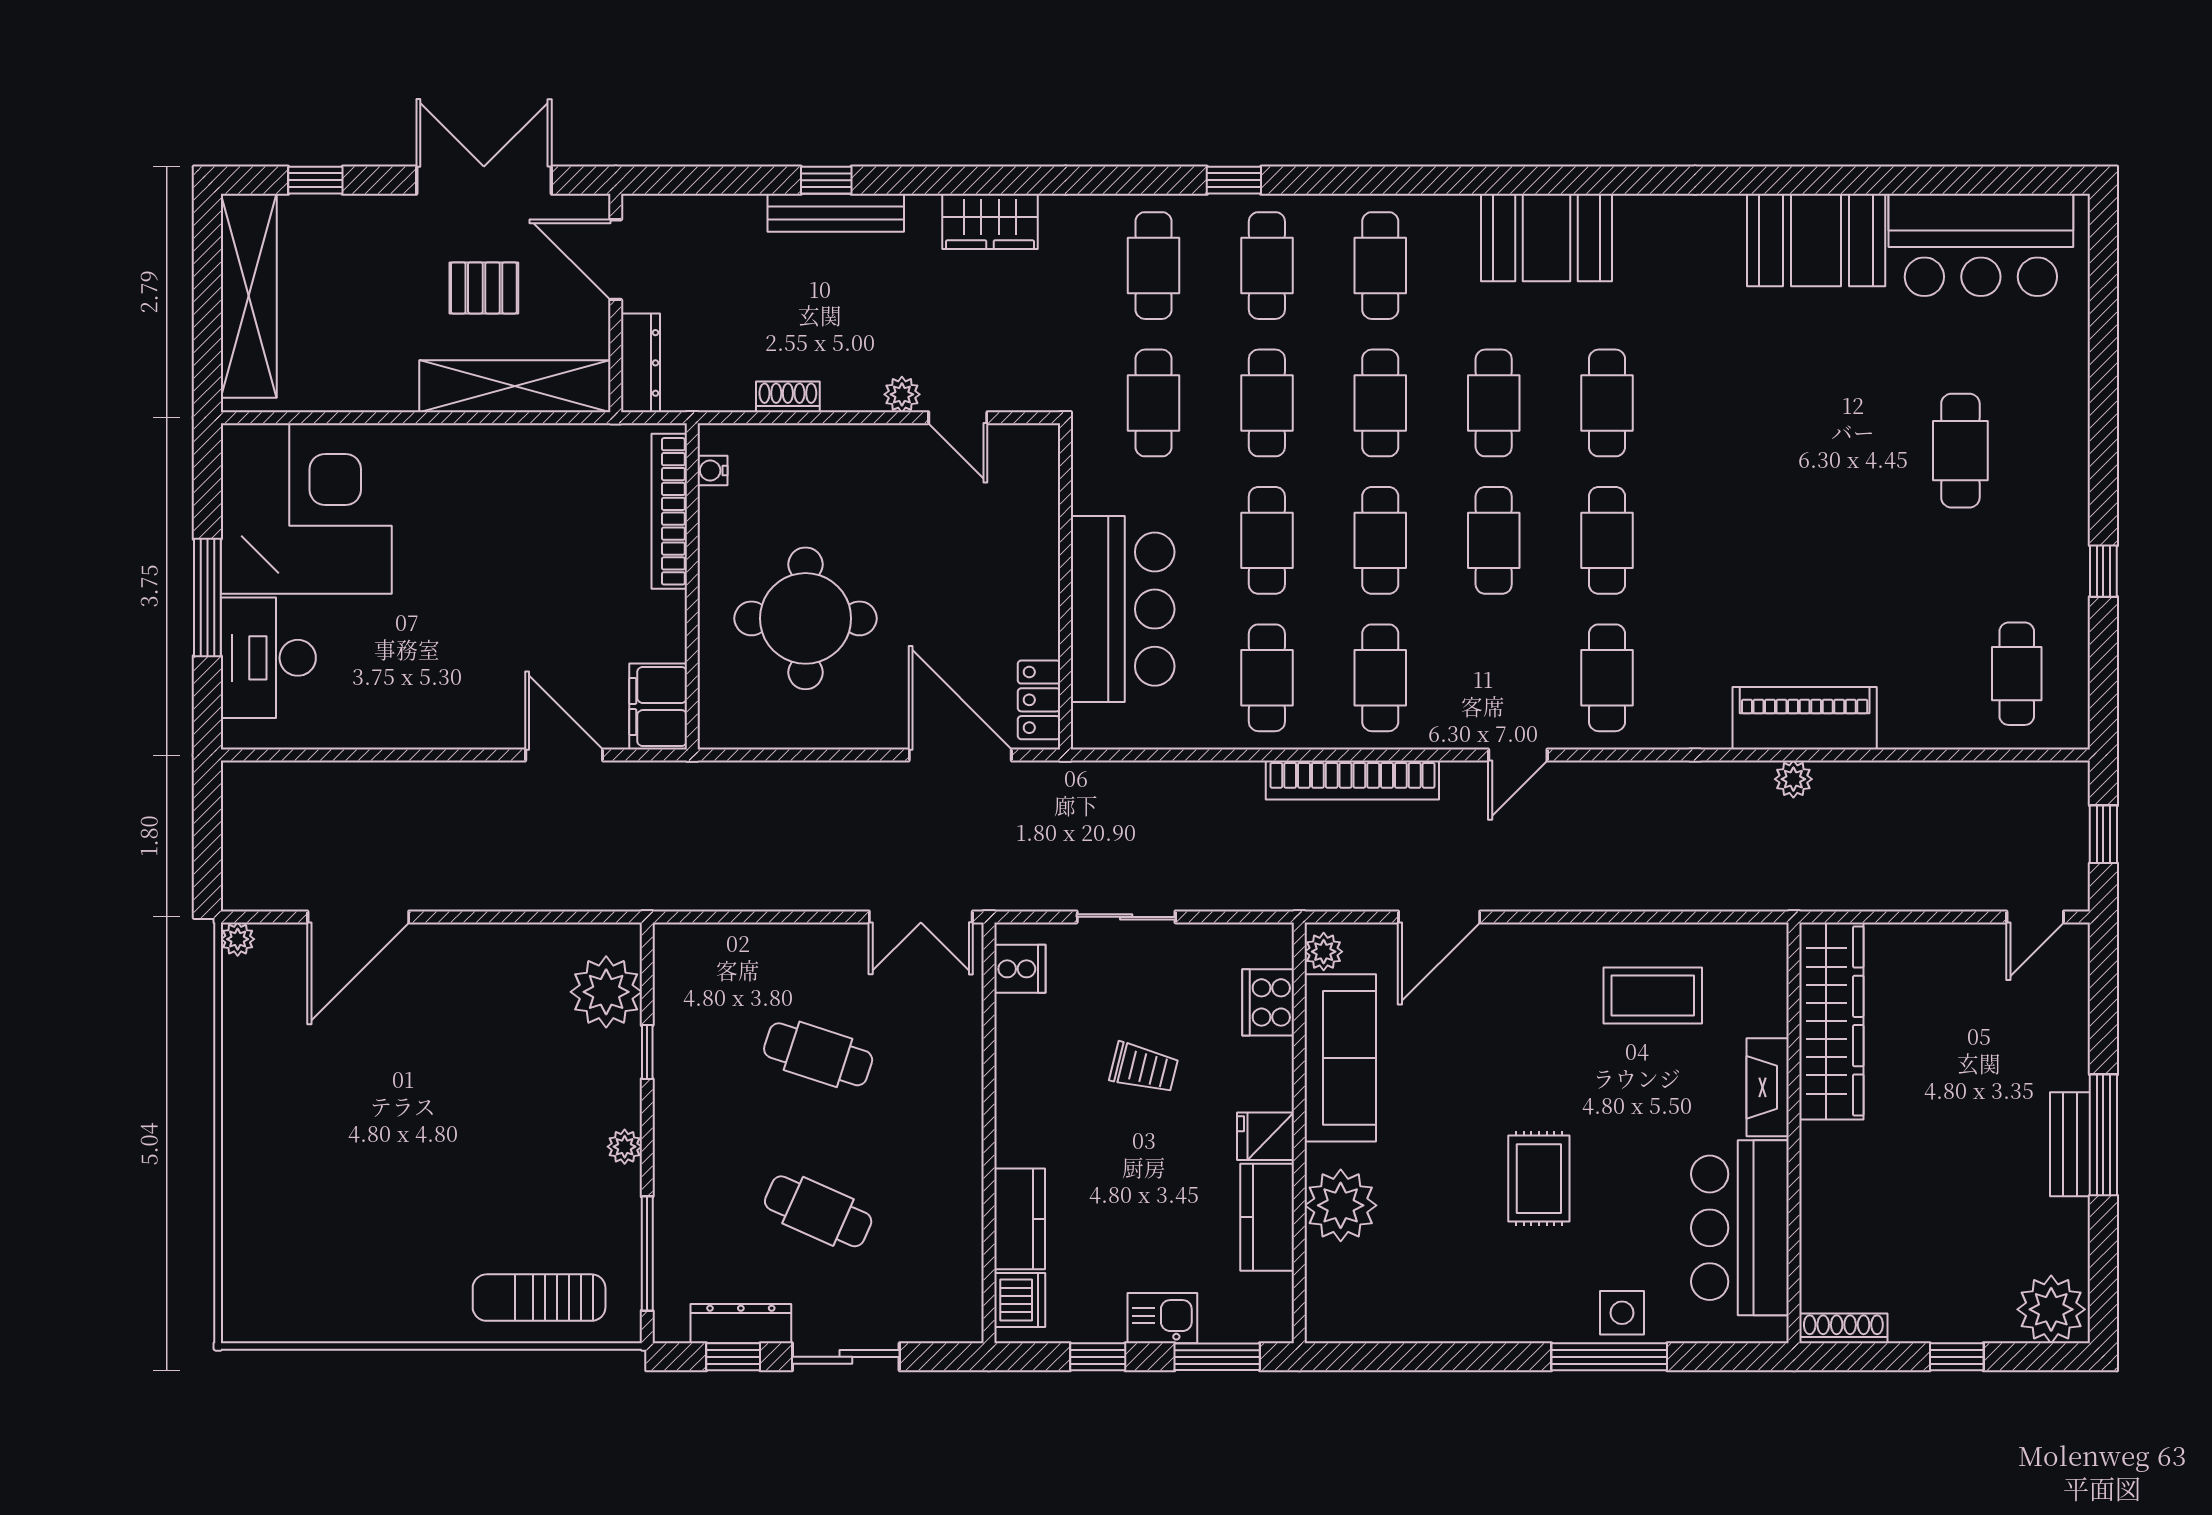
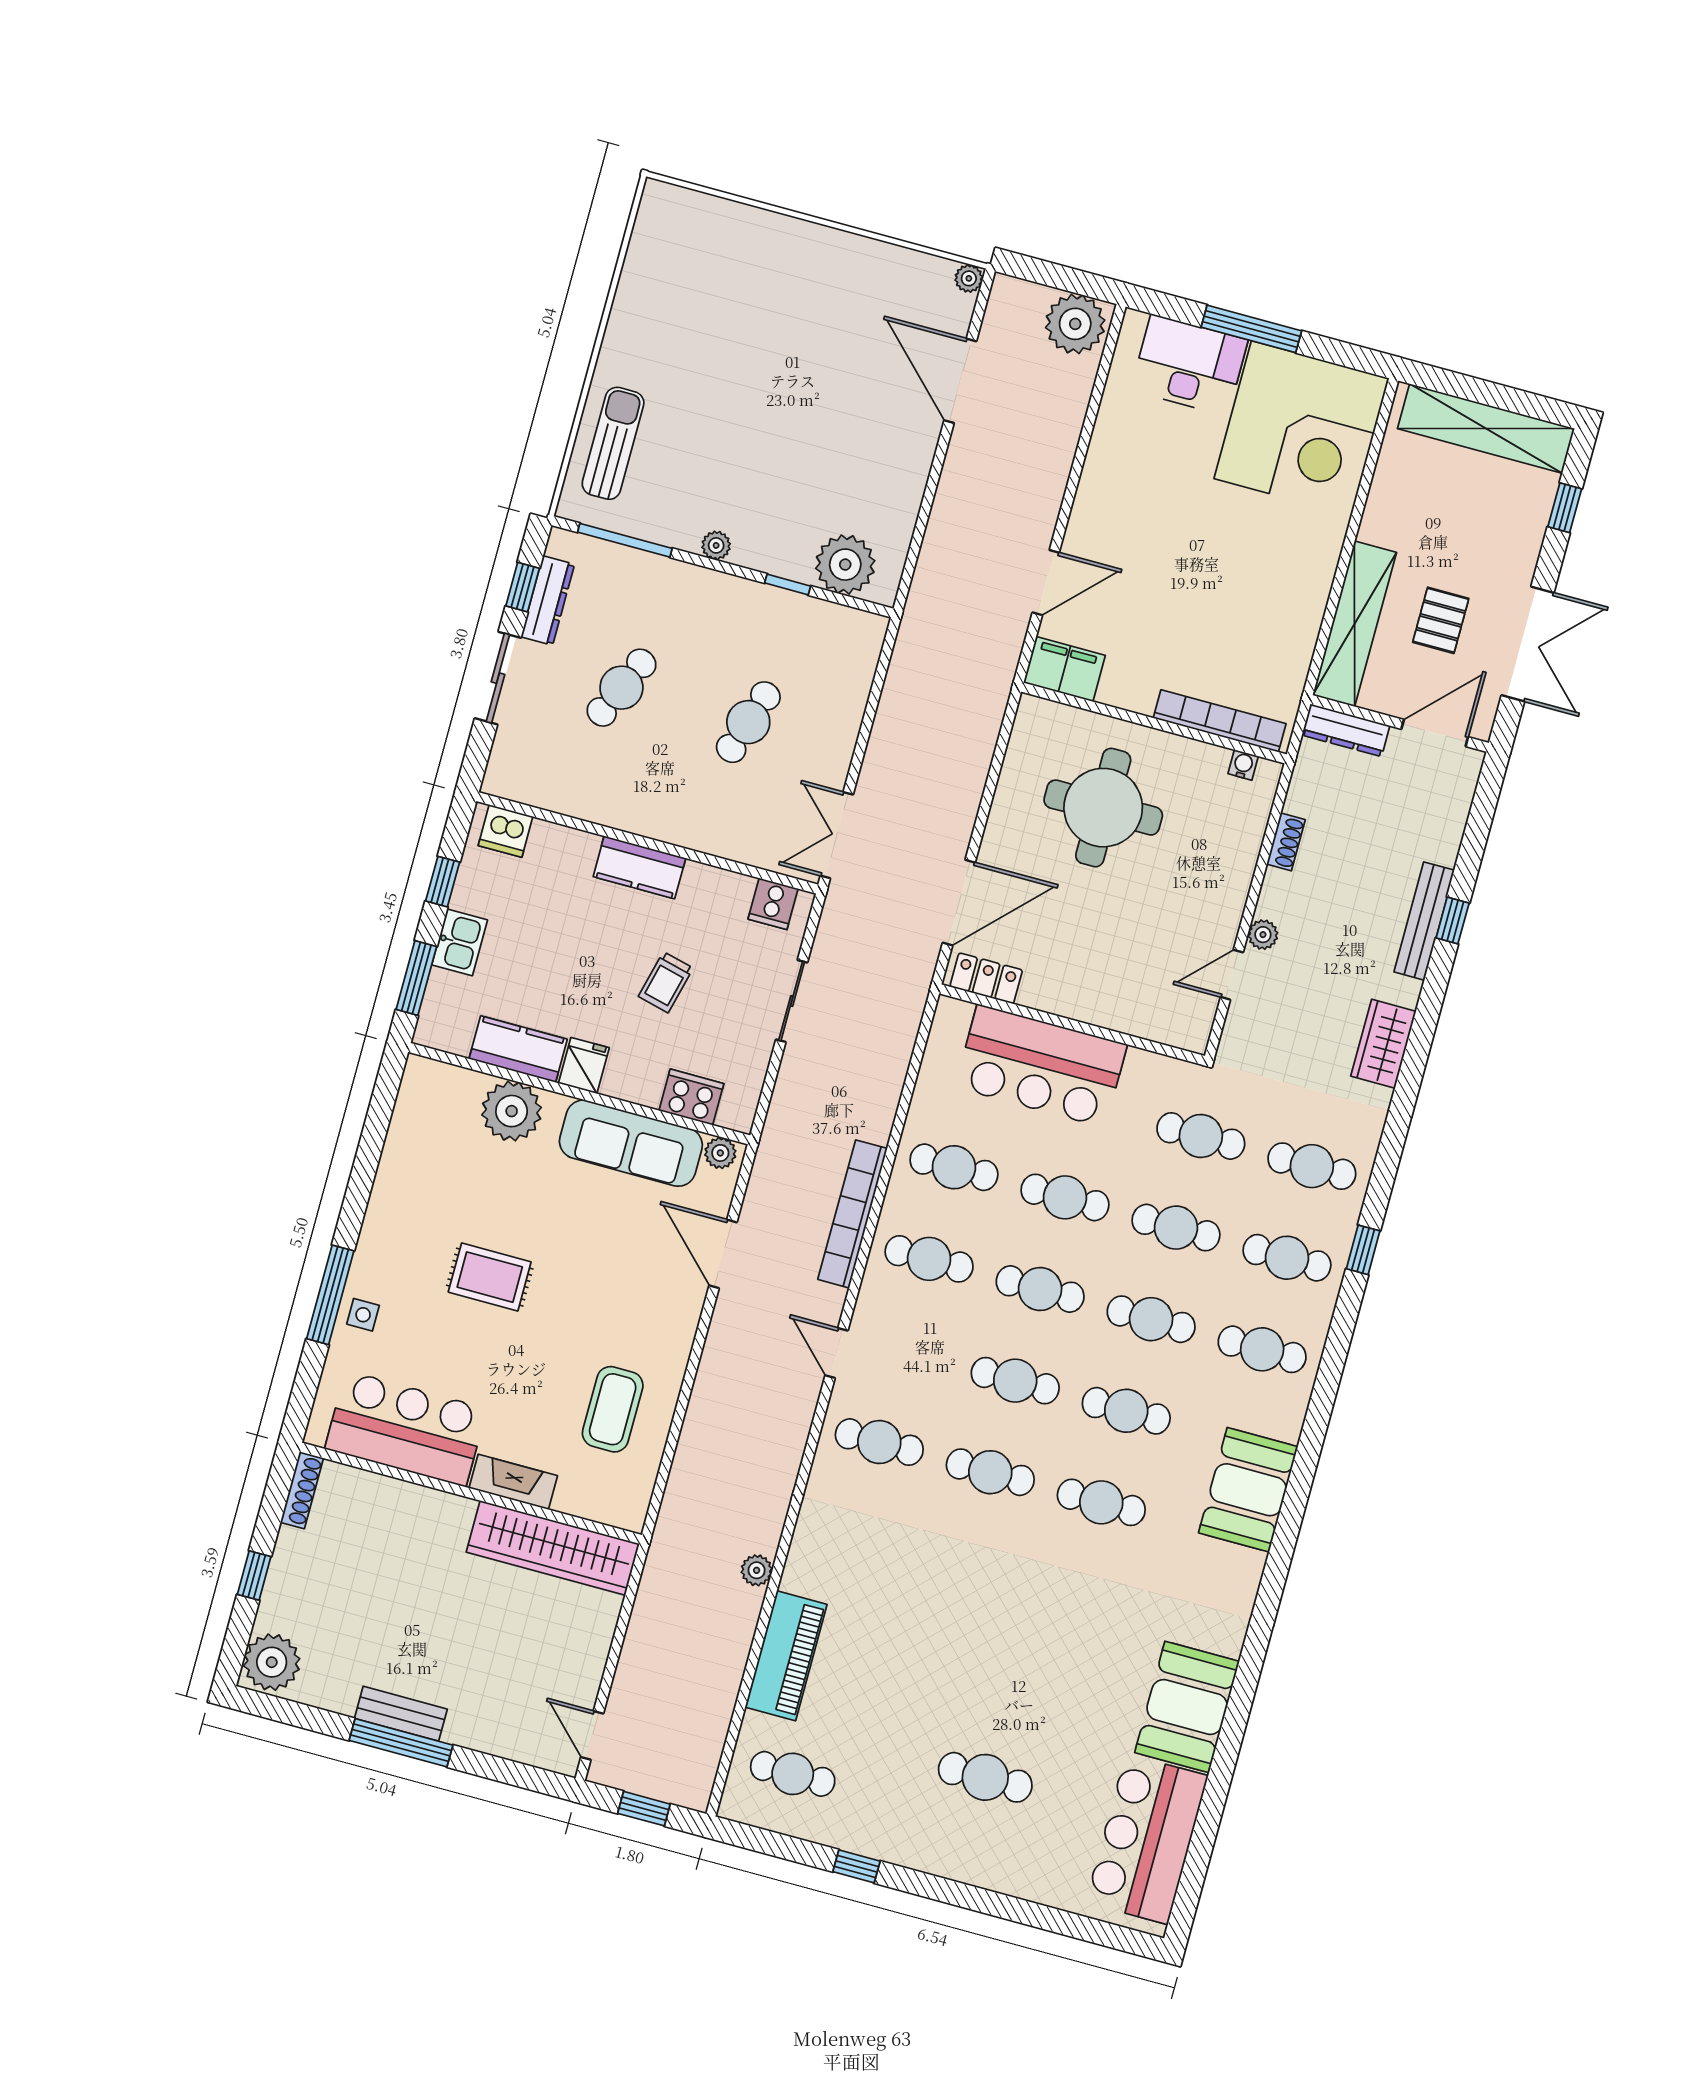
piano: (1805, 718) -> (786, 1656), moved
plant: (257, 802) -> (1075, 324), added
kitchen counter: (1020, 1219) -> (639, 867), moved
side table: (1622, 1313) -> (363, 1315), width x0.73, depth x0.73

